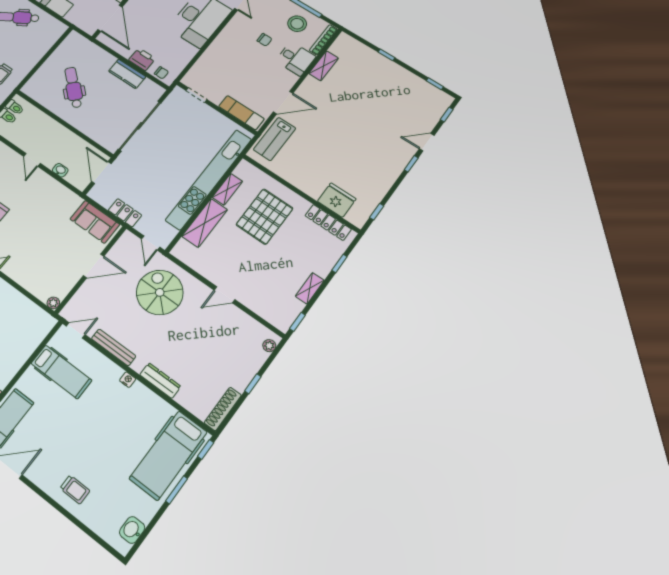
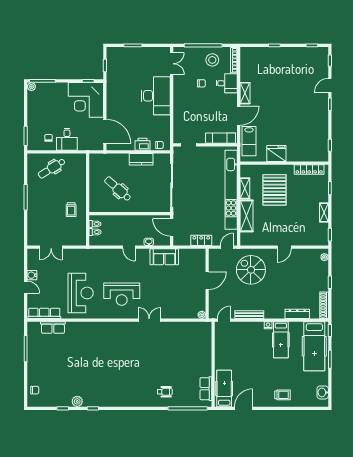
shelving: (324, 66) -> (245, 93), moved
fridge: (337, 200) -> (276, 153), moved
sofa: (95, 222) -> (164, 257), moved
door: (151, 243) -> (227, 247), swing flipped
hospital bed: (61, 372) -> (281, 340), moved, turned 90
dresser: (160, 381) -> (297, 314), moved

